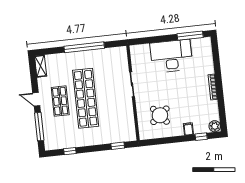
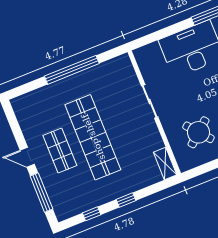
shelving: (41, 66) -> (165, 164), moved
window: (118, 146) -> (126, 200), moved

